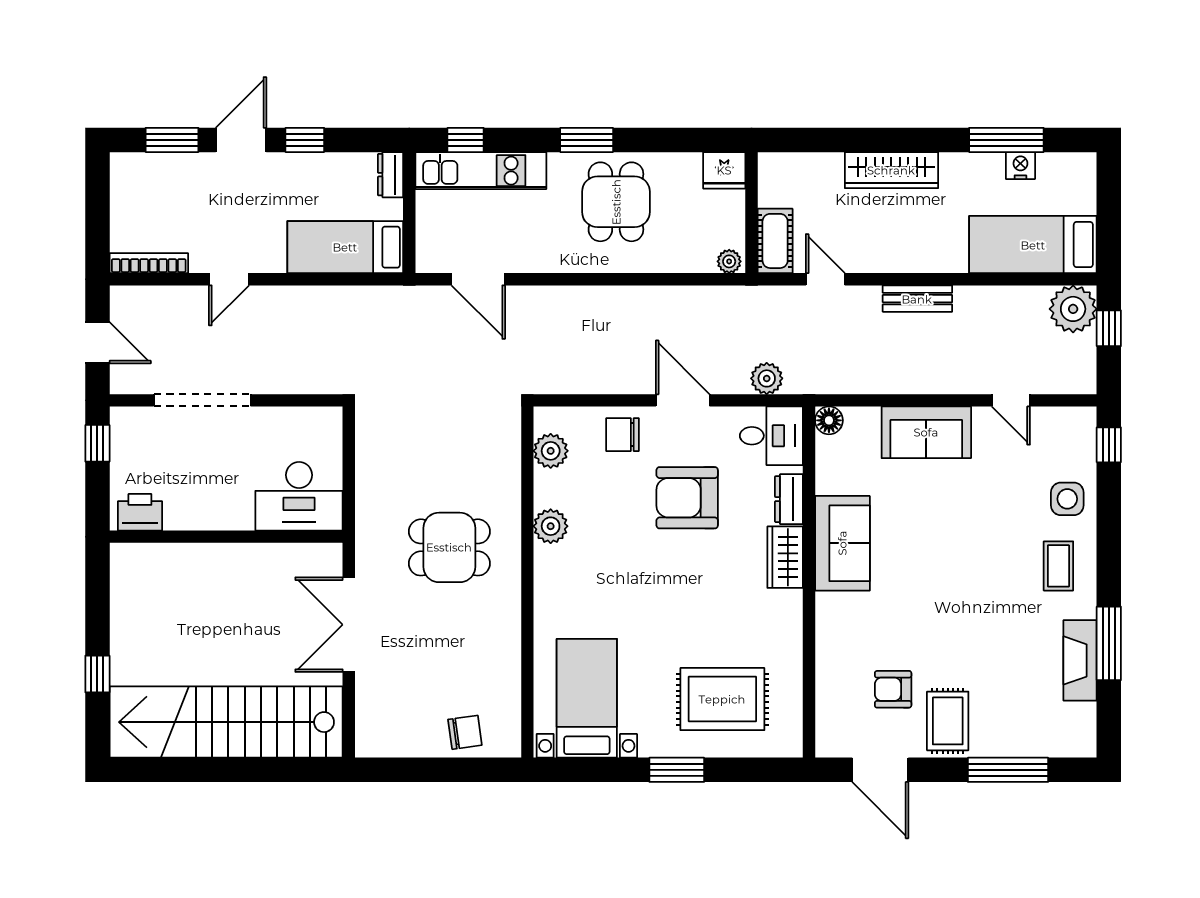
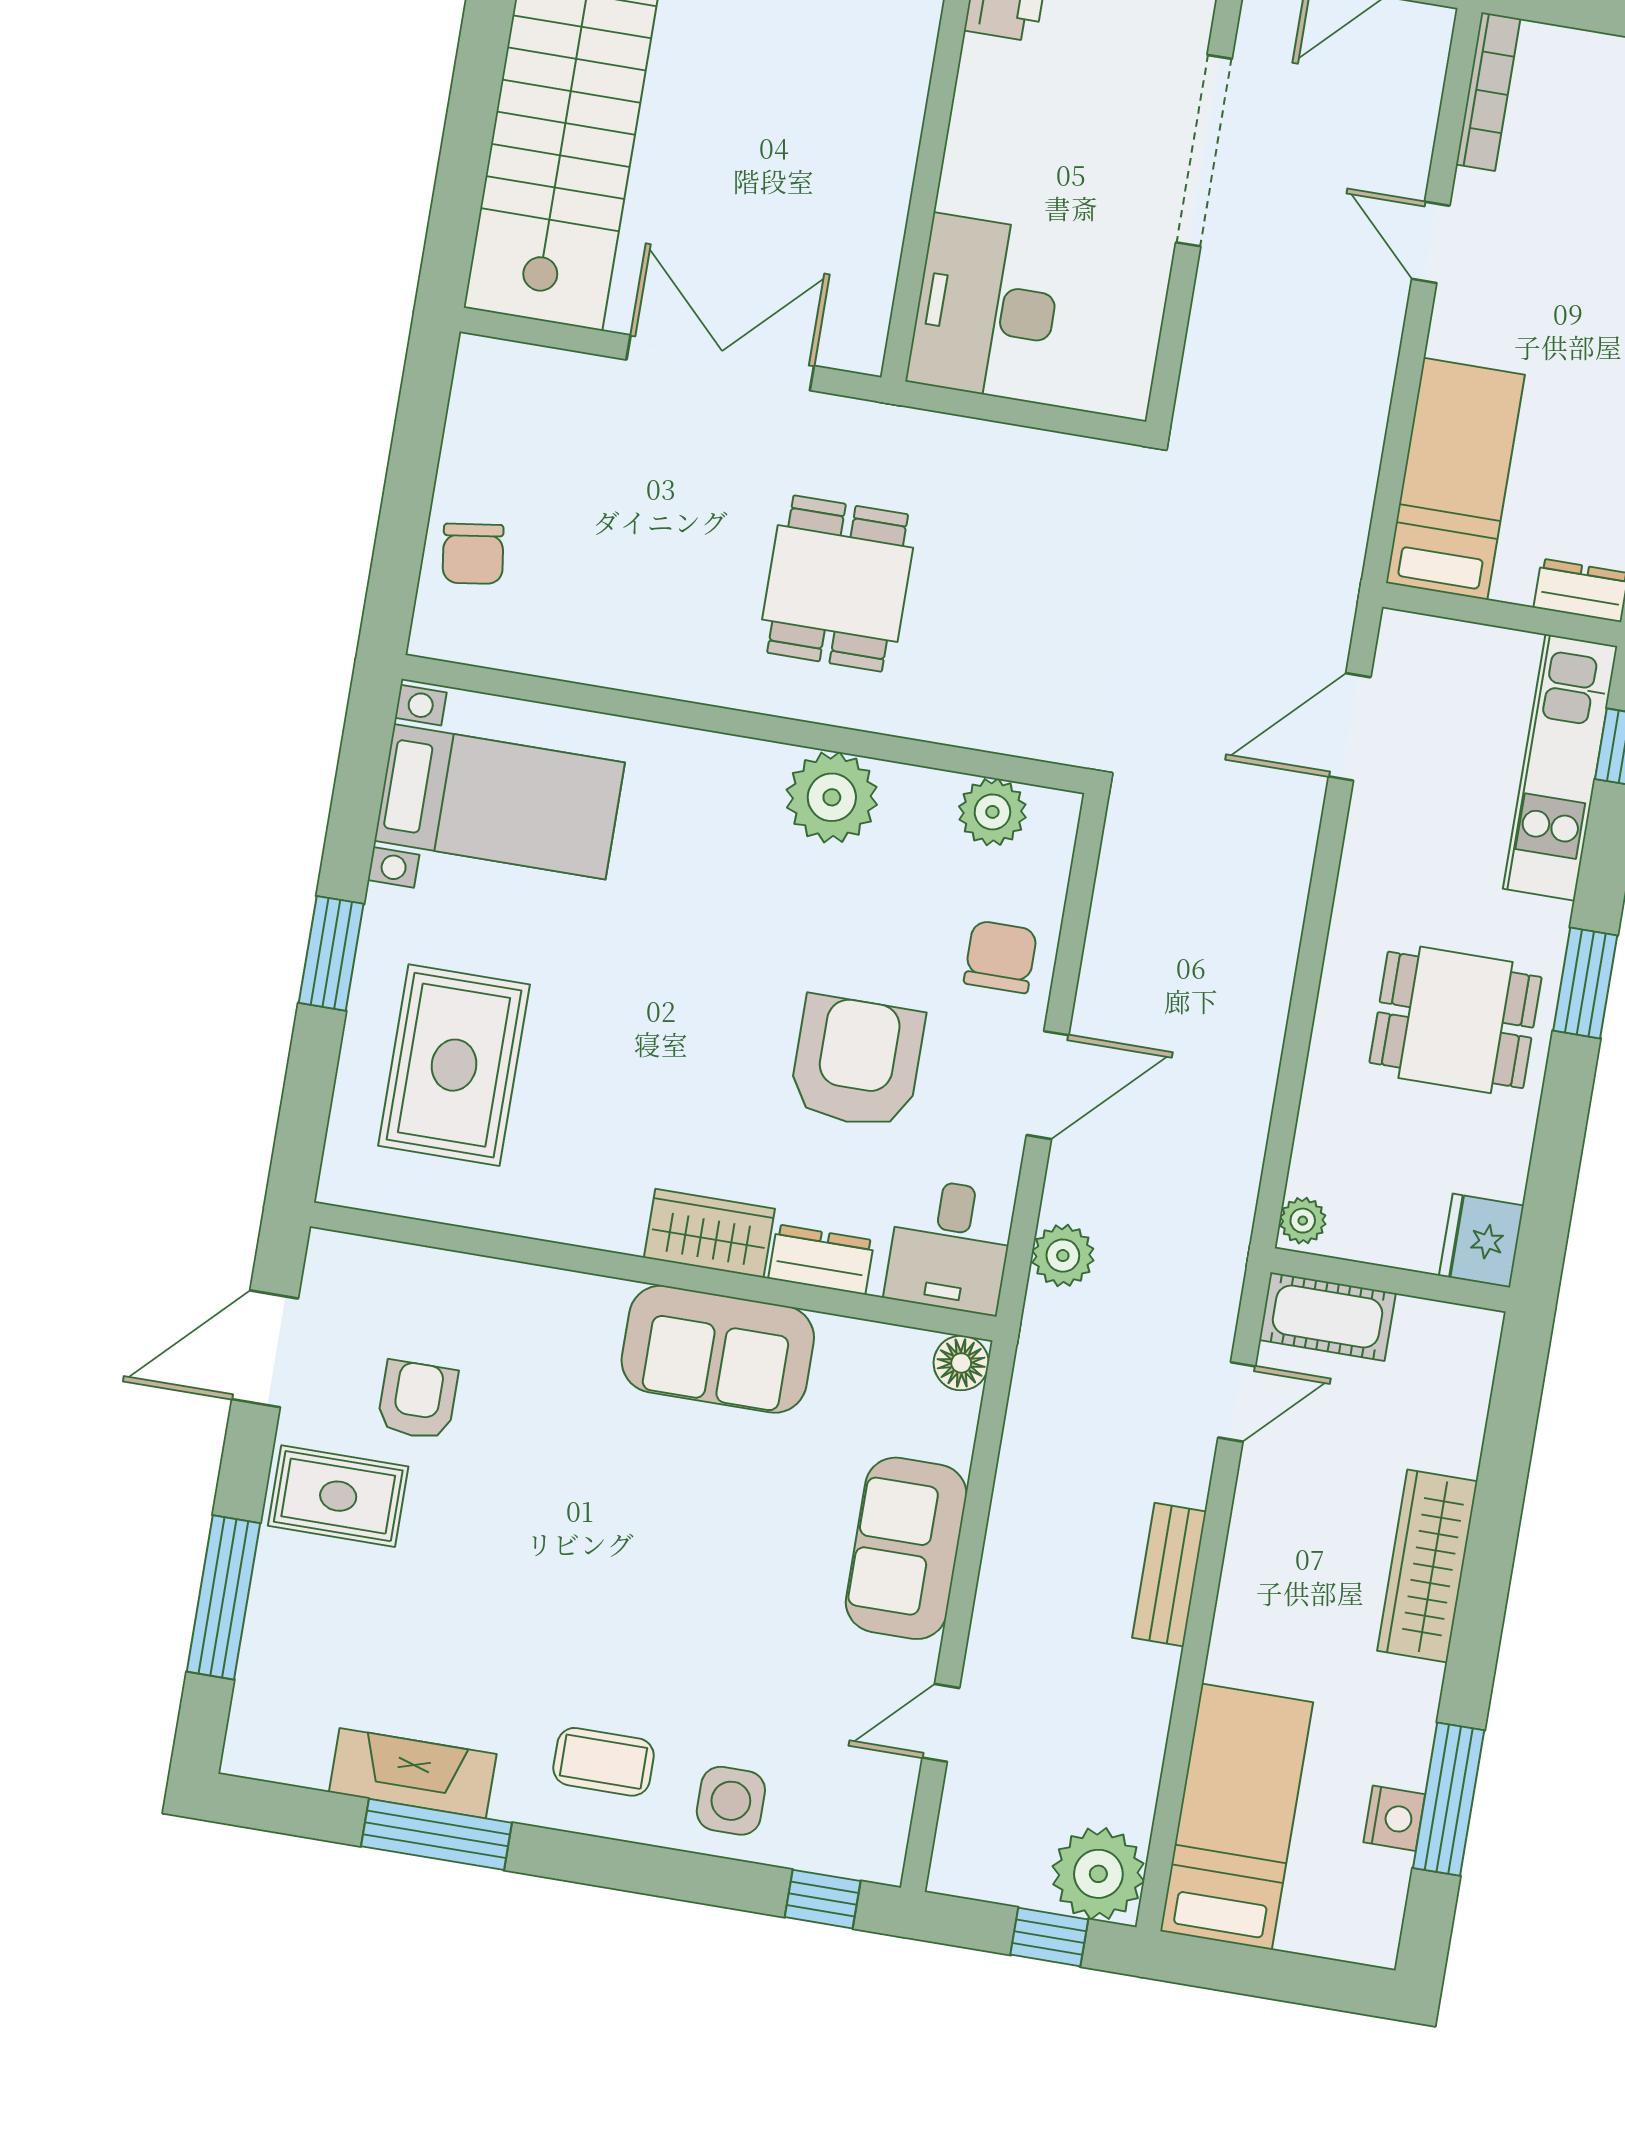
plant: (551, 526) -> (832, 797), width x1.36, depth x1.36

